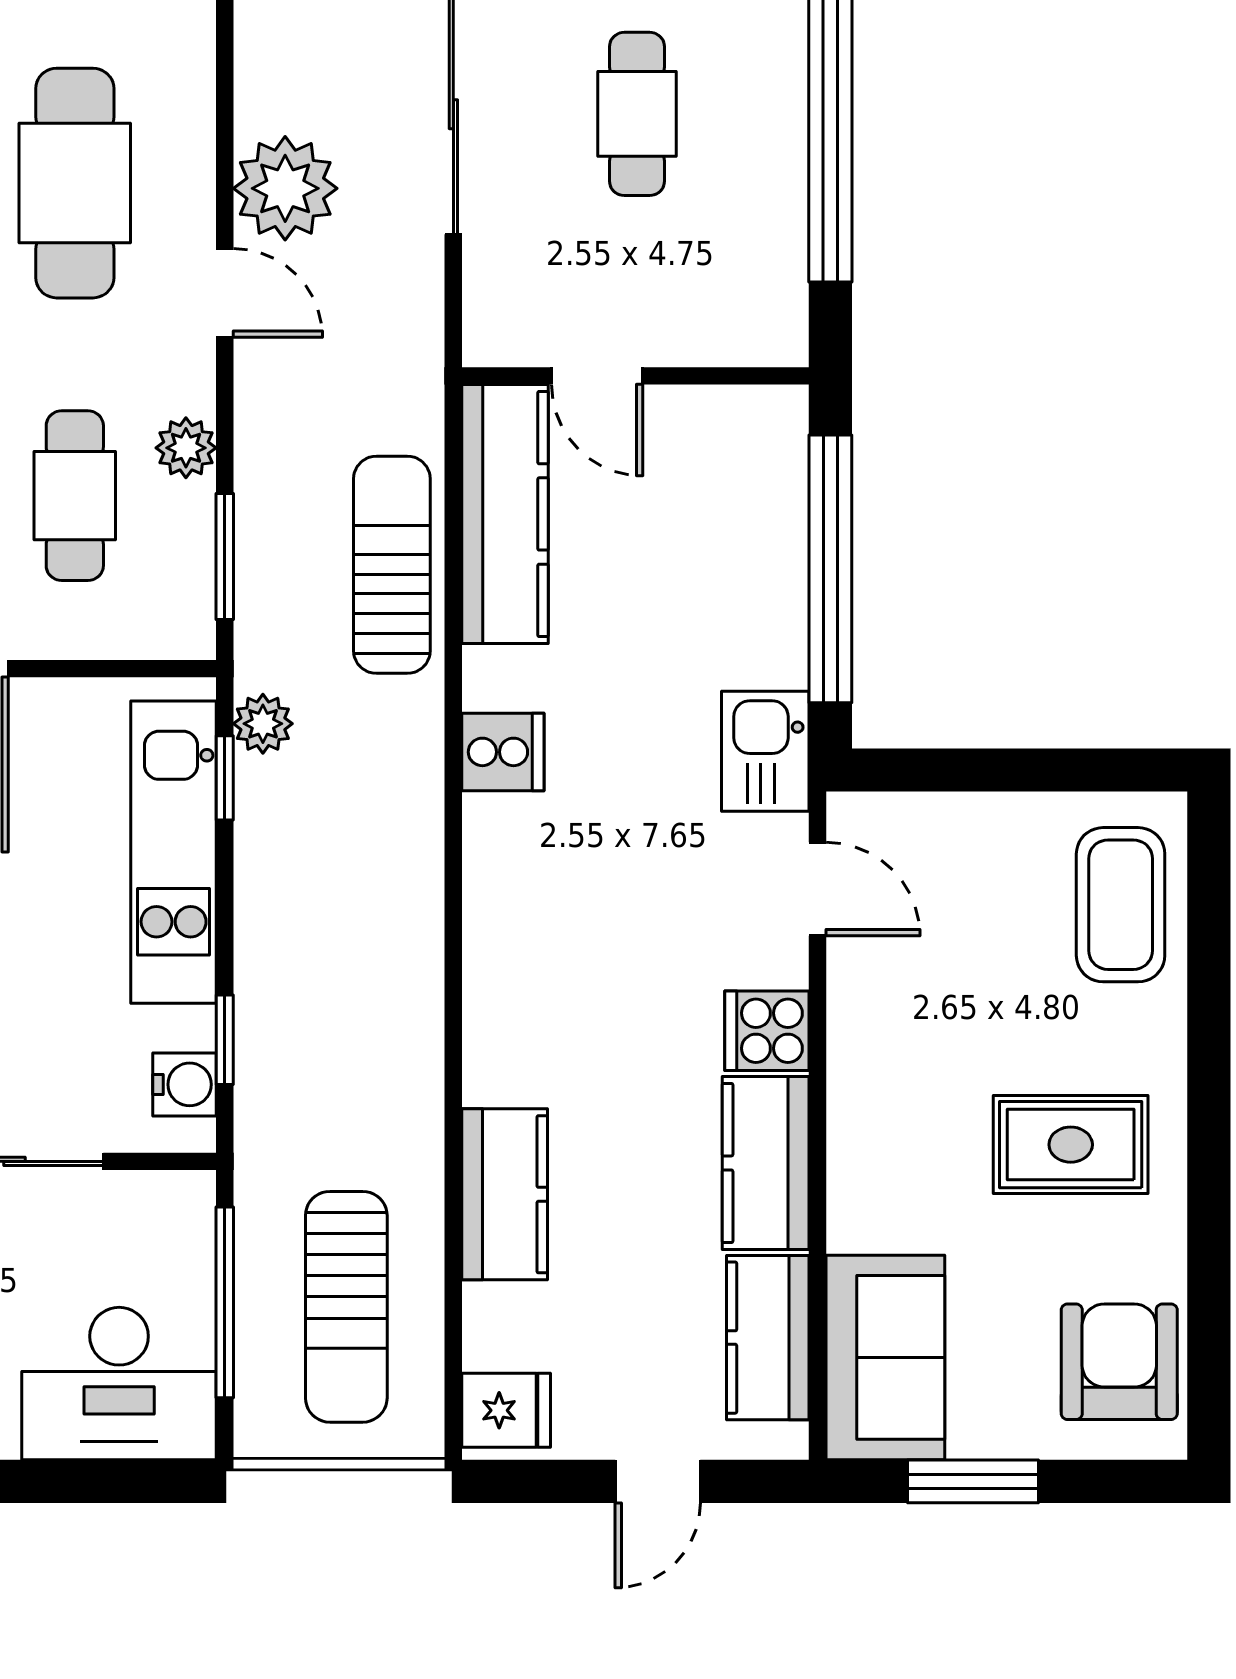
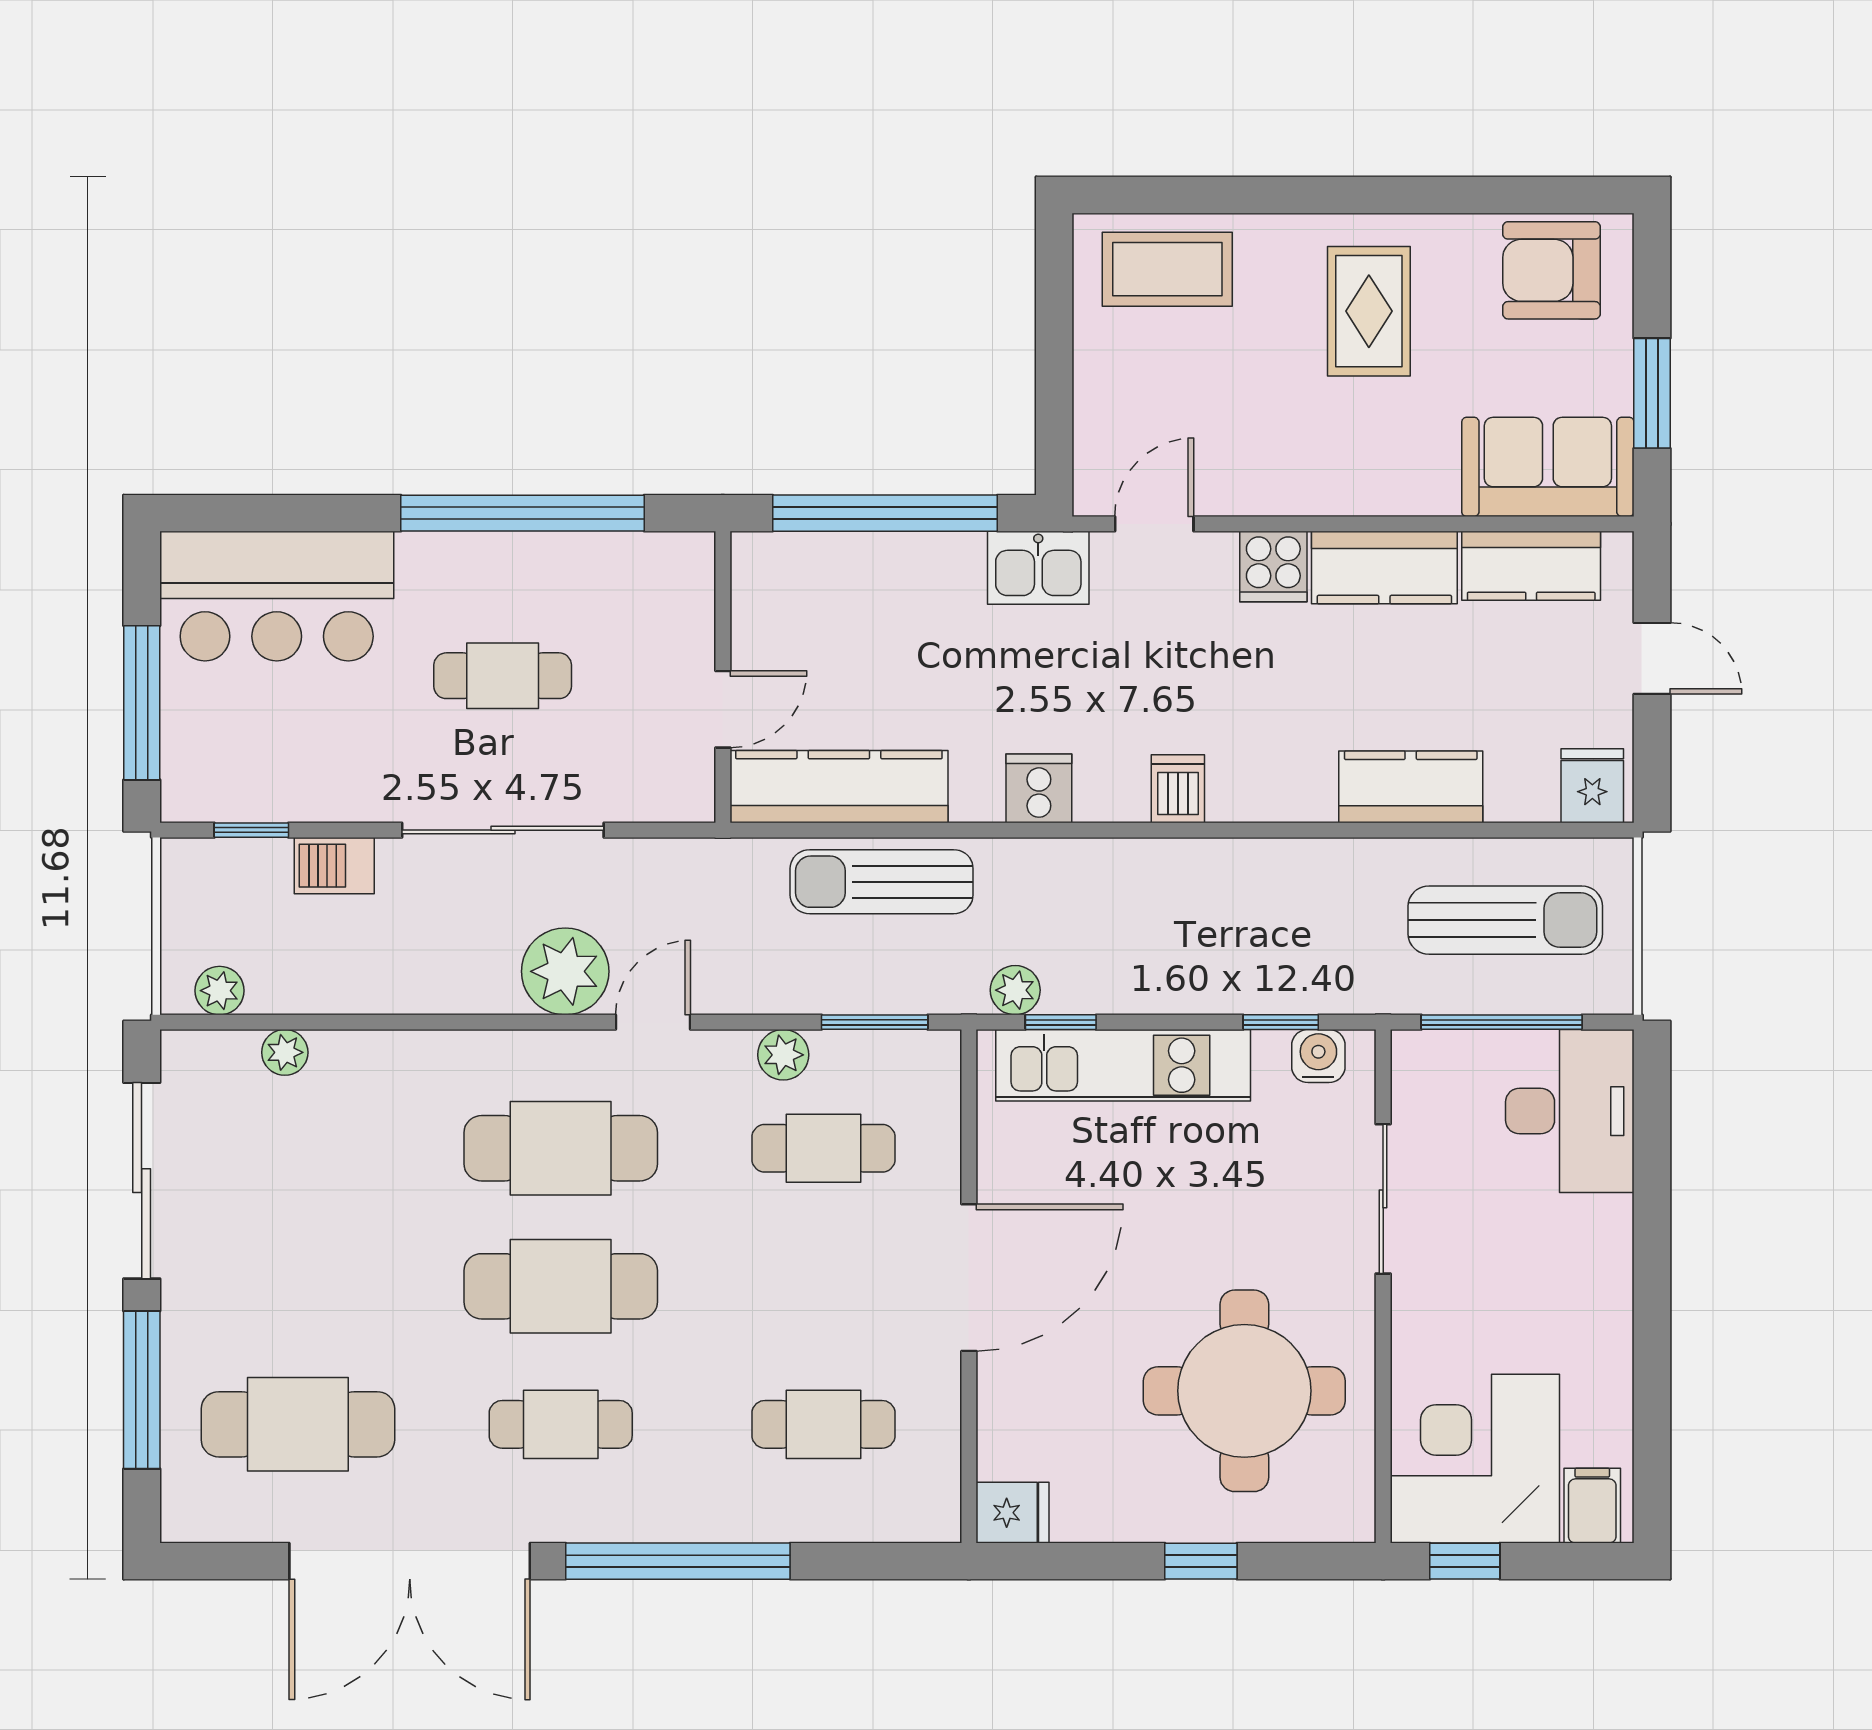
dishwasher: (503, 917) -> (1178, 789), added

